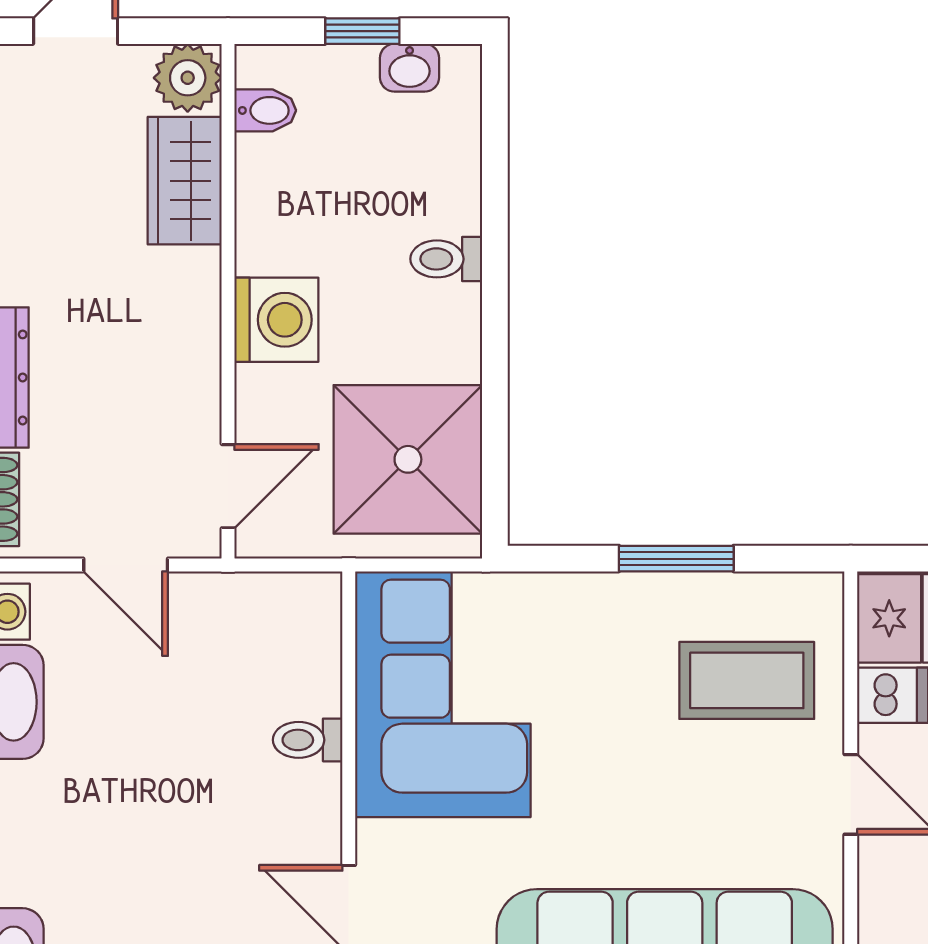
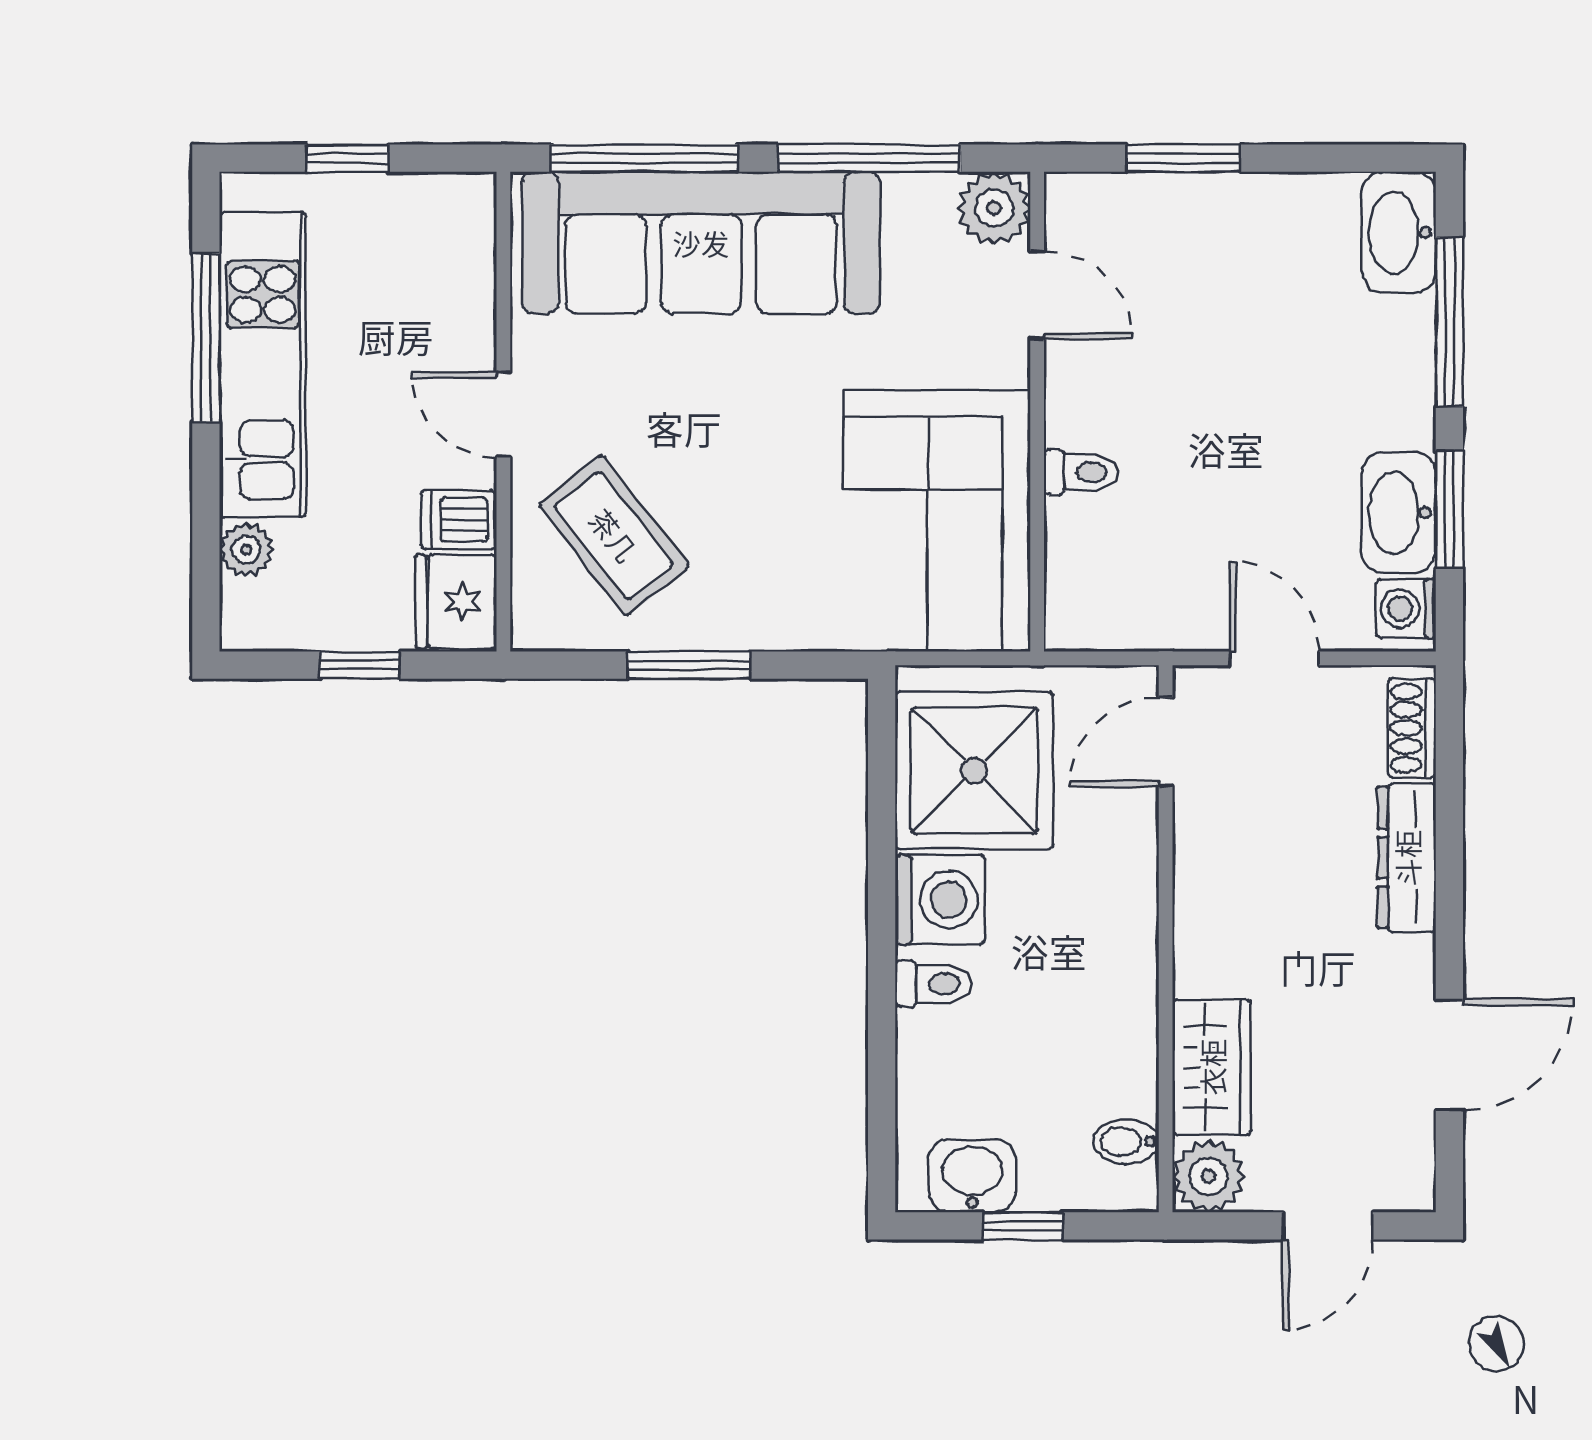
washbasin: (410, 68) -> (972, 1176), width x1.38, depth x1.45
washing machine: (276, 320) -> (940, 900), moved, turned 180
coffee table: (747, 680) -> (614, 535), turned 52

